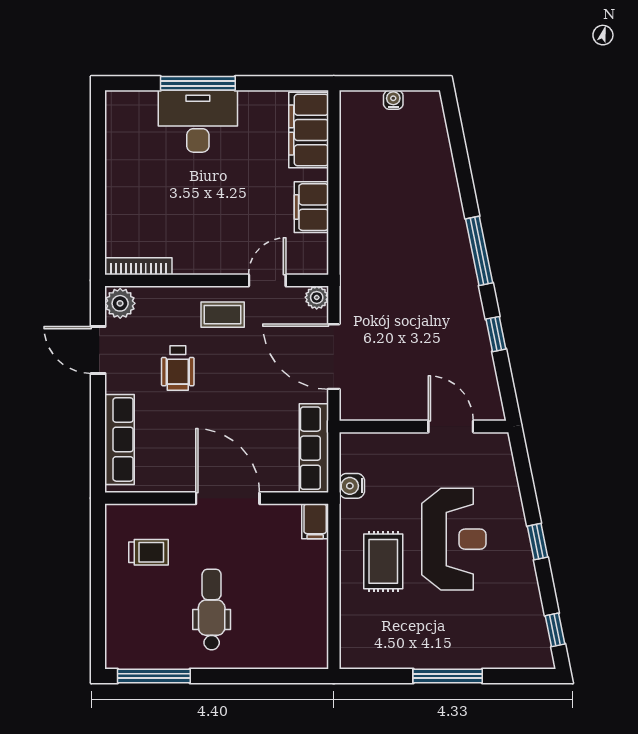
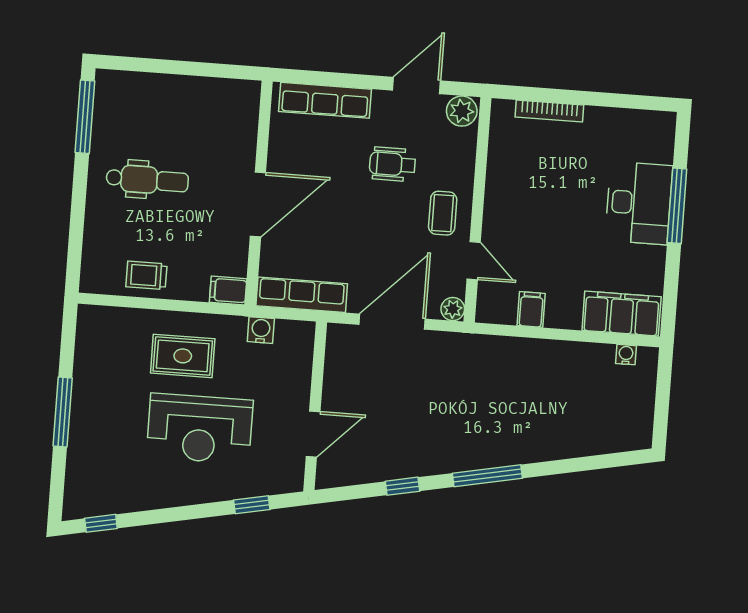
water cooler: (393, 100) -> (626, 355), moved, turned -90
filing cabinet: (311, 207) -> (531, 309), width x0.50
bookcase: (138, 266) -> (549, 111), moved, turned 90
window: (537, 542) -> (252, 505), moved
trolley: (148, 552) -> (146, 275), moved, turned 90

